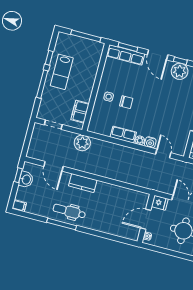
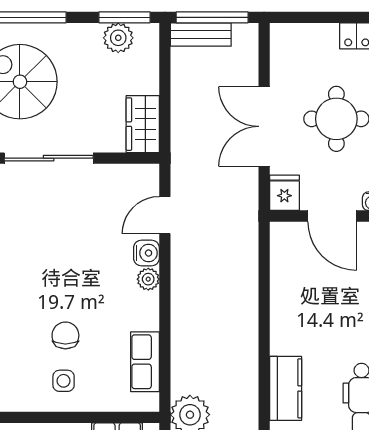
row of seats: (123, 135) -> (145, 362), moved

